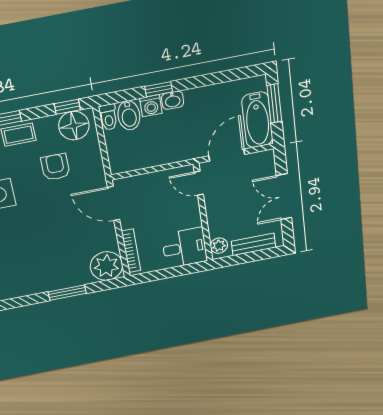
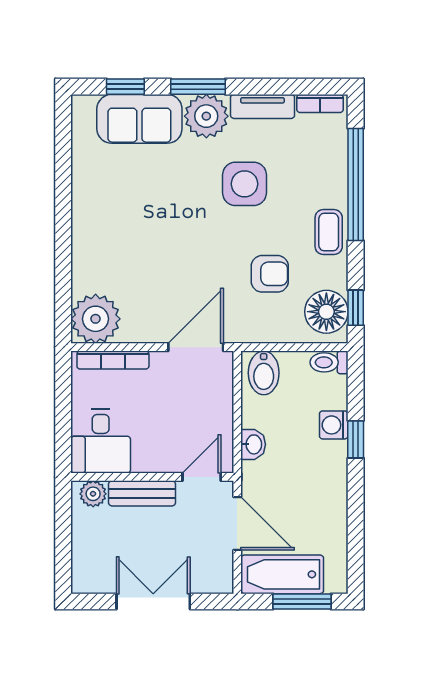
washbasin: (173, 100) -> (253, 444), moved, turned 180
bidet: (129, 115) -> (264, 373), moved, turned -90
bench: (253, 244) -> (142, 493), moved, turned 90
window: (67, 293) -> (63, 252), removed

